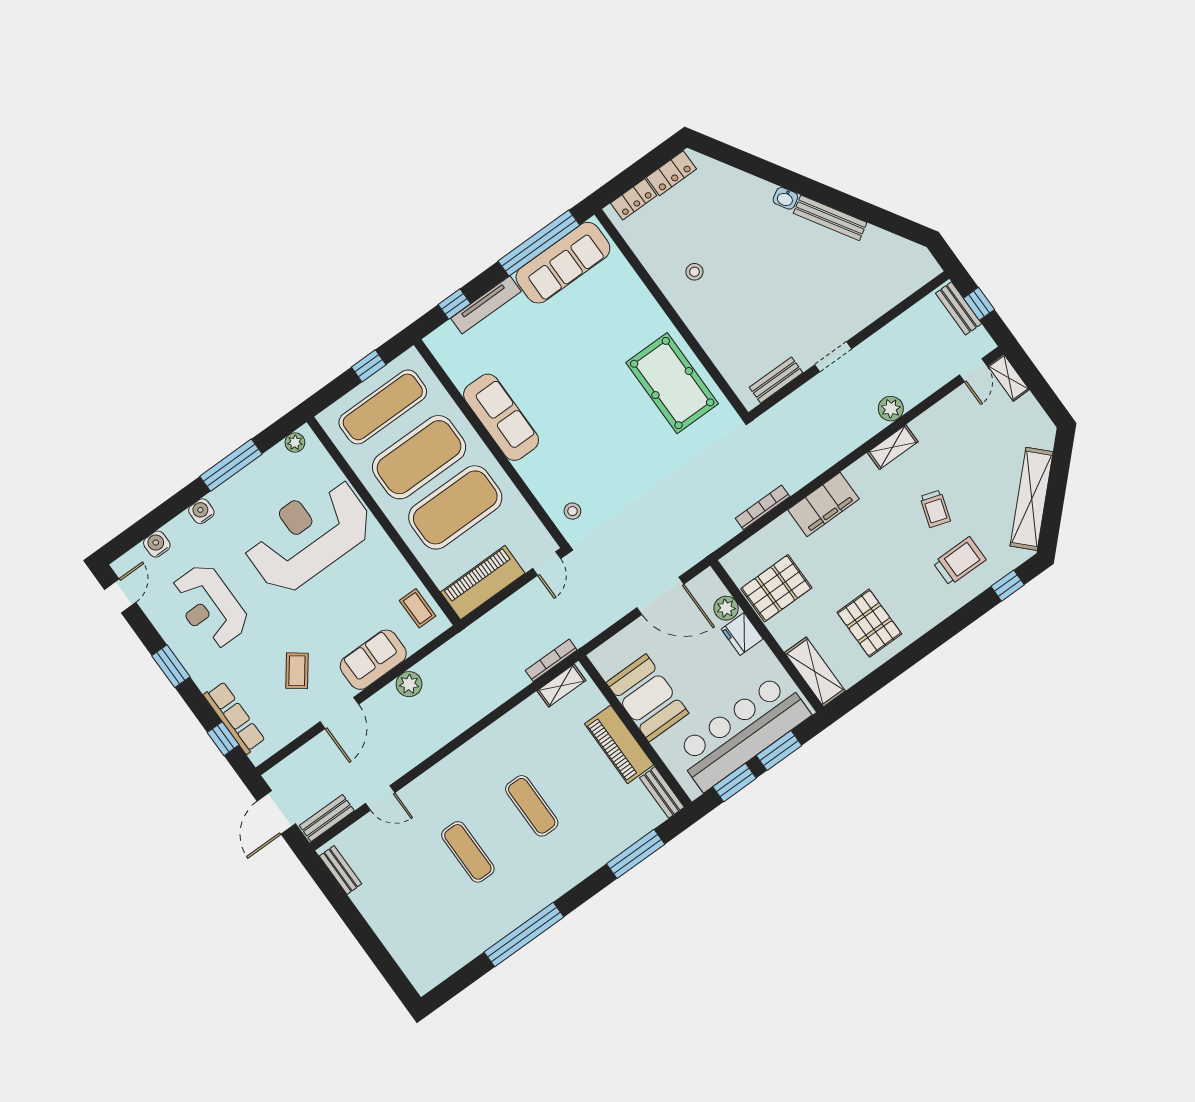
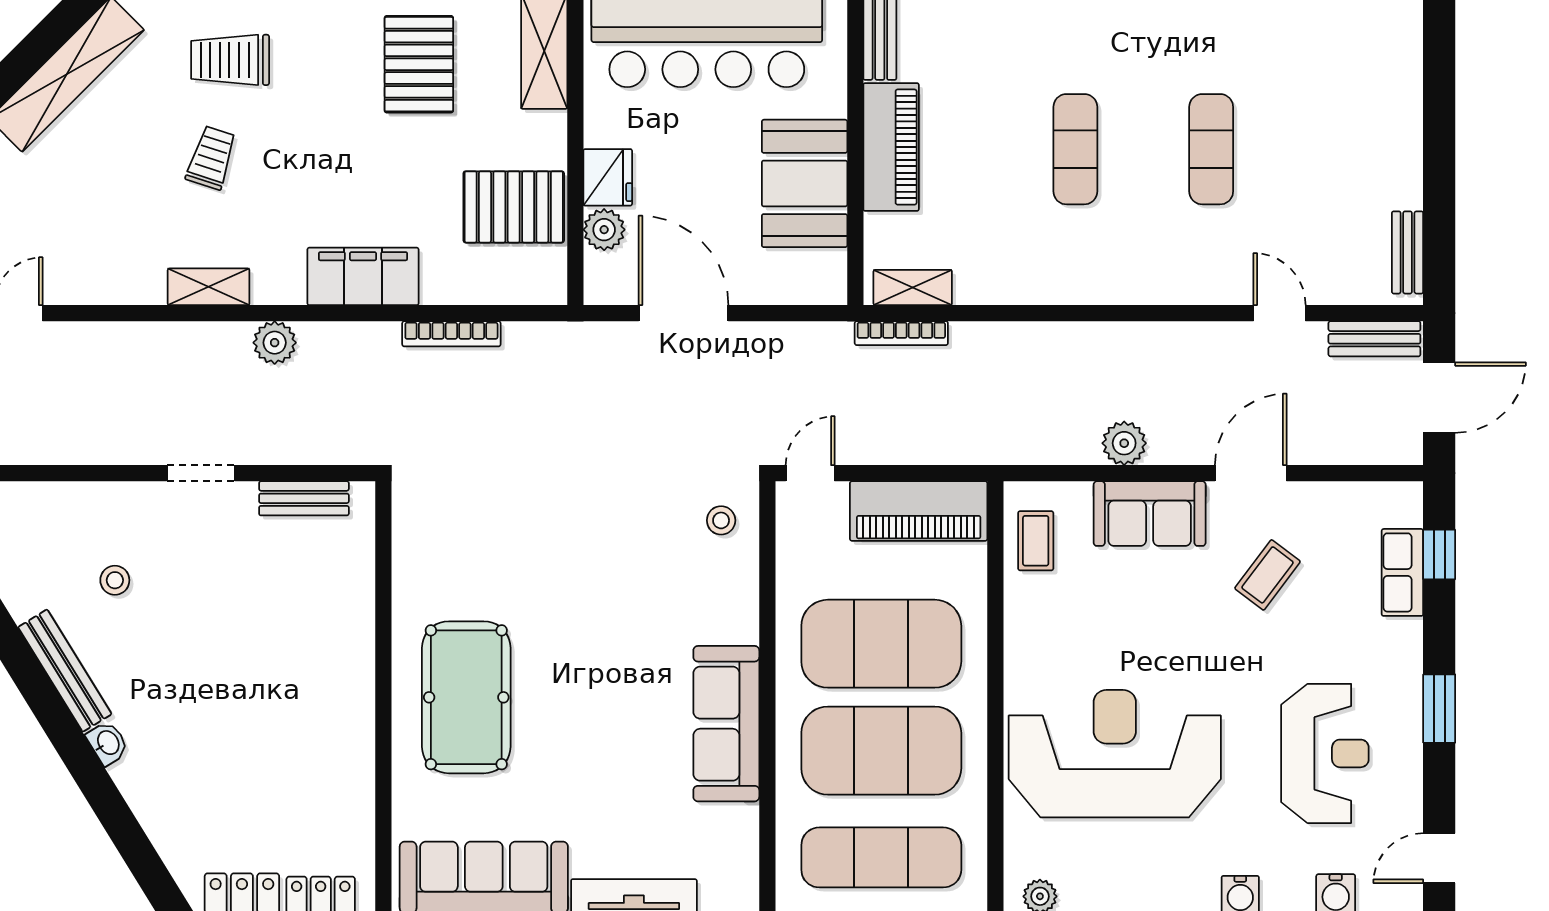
stool: (694, 272) -> (115, 580), moved
pool table: (672, 383) -> (466, 697), moved
plant: (891, 409) -> (275, 343), moved
reception desk: (308, 535) -> (1115, 754), turned 180
row of seats: (234, 718) -> (1402, 572), width x0.68

